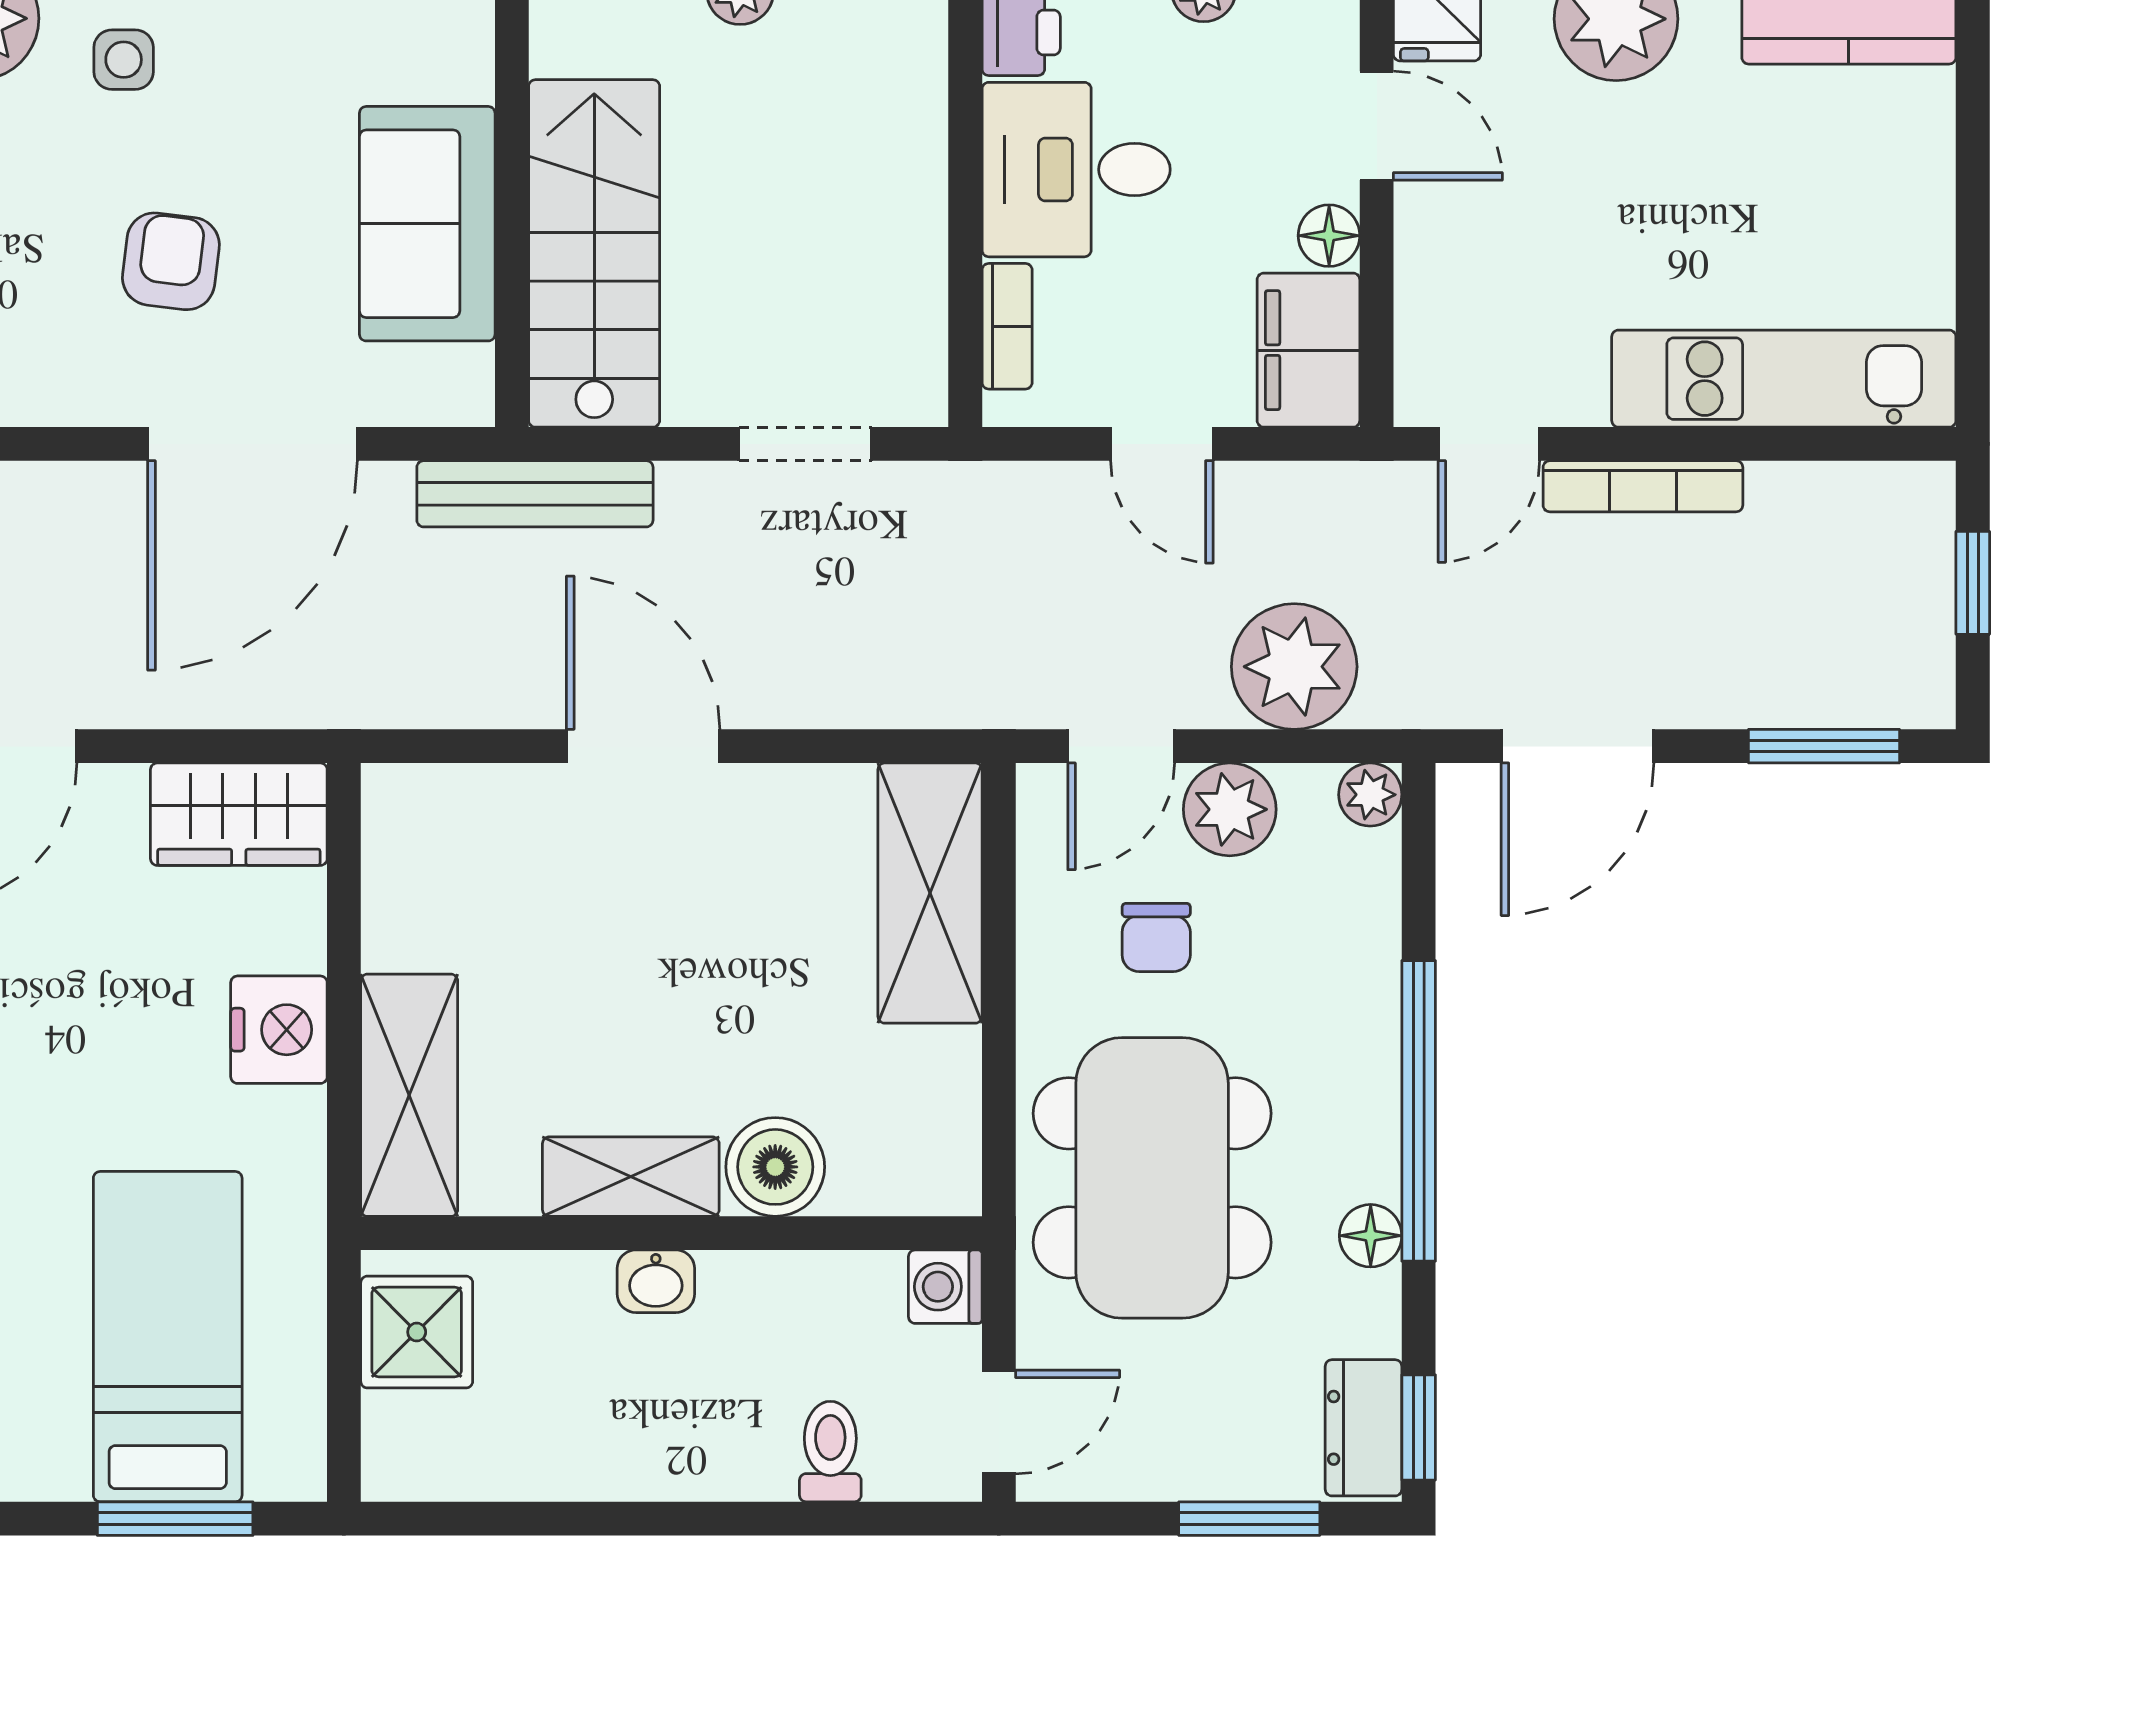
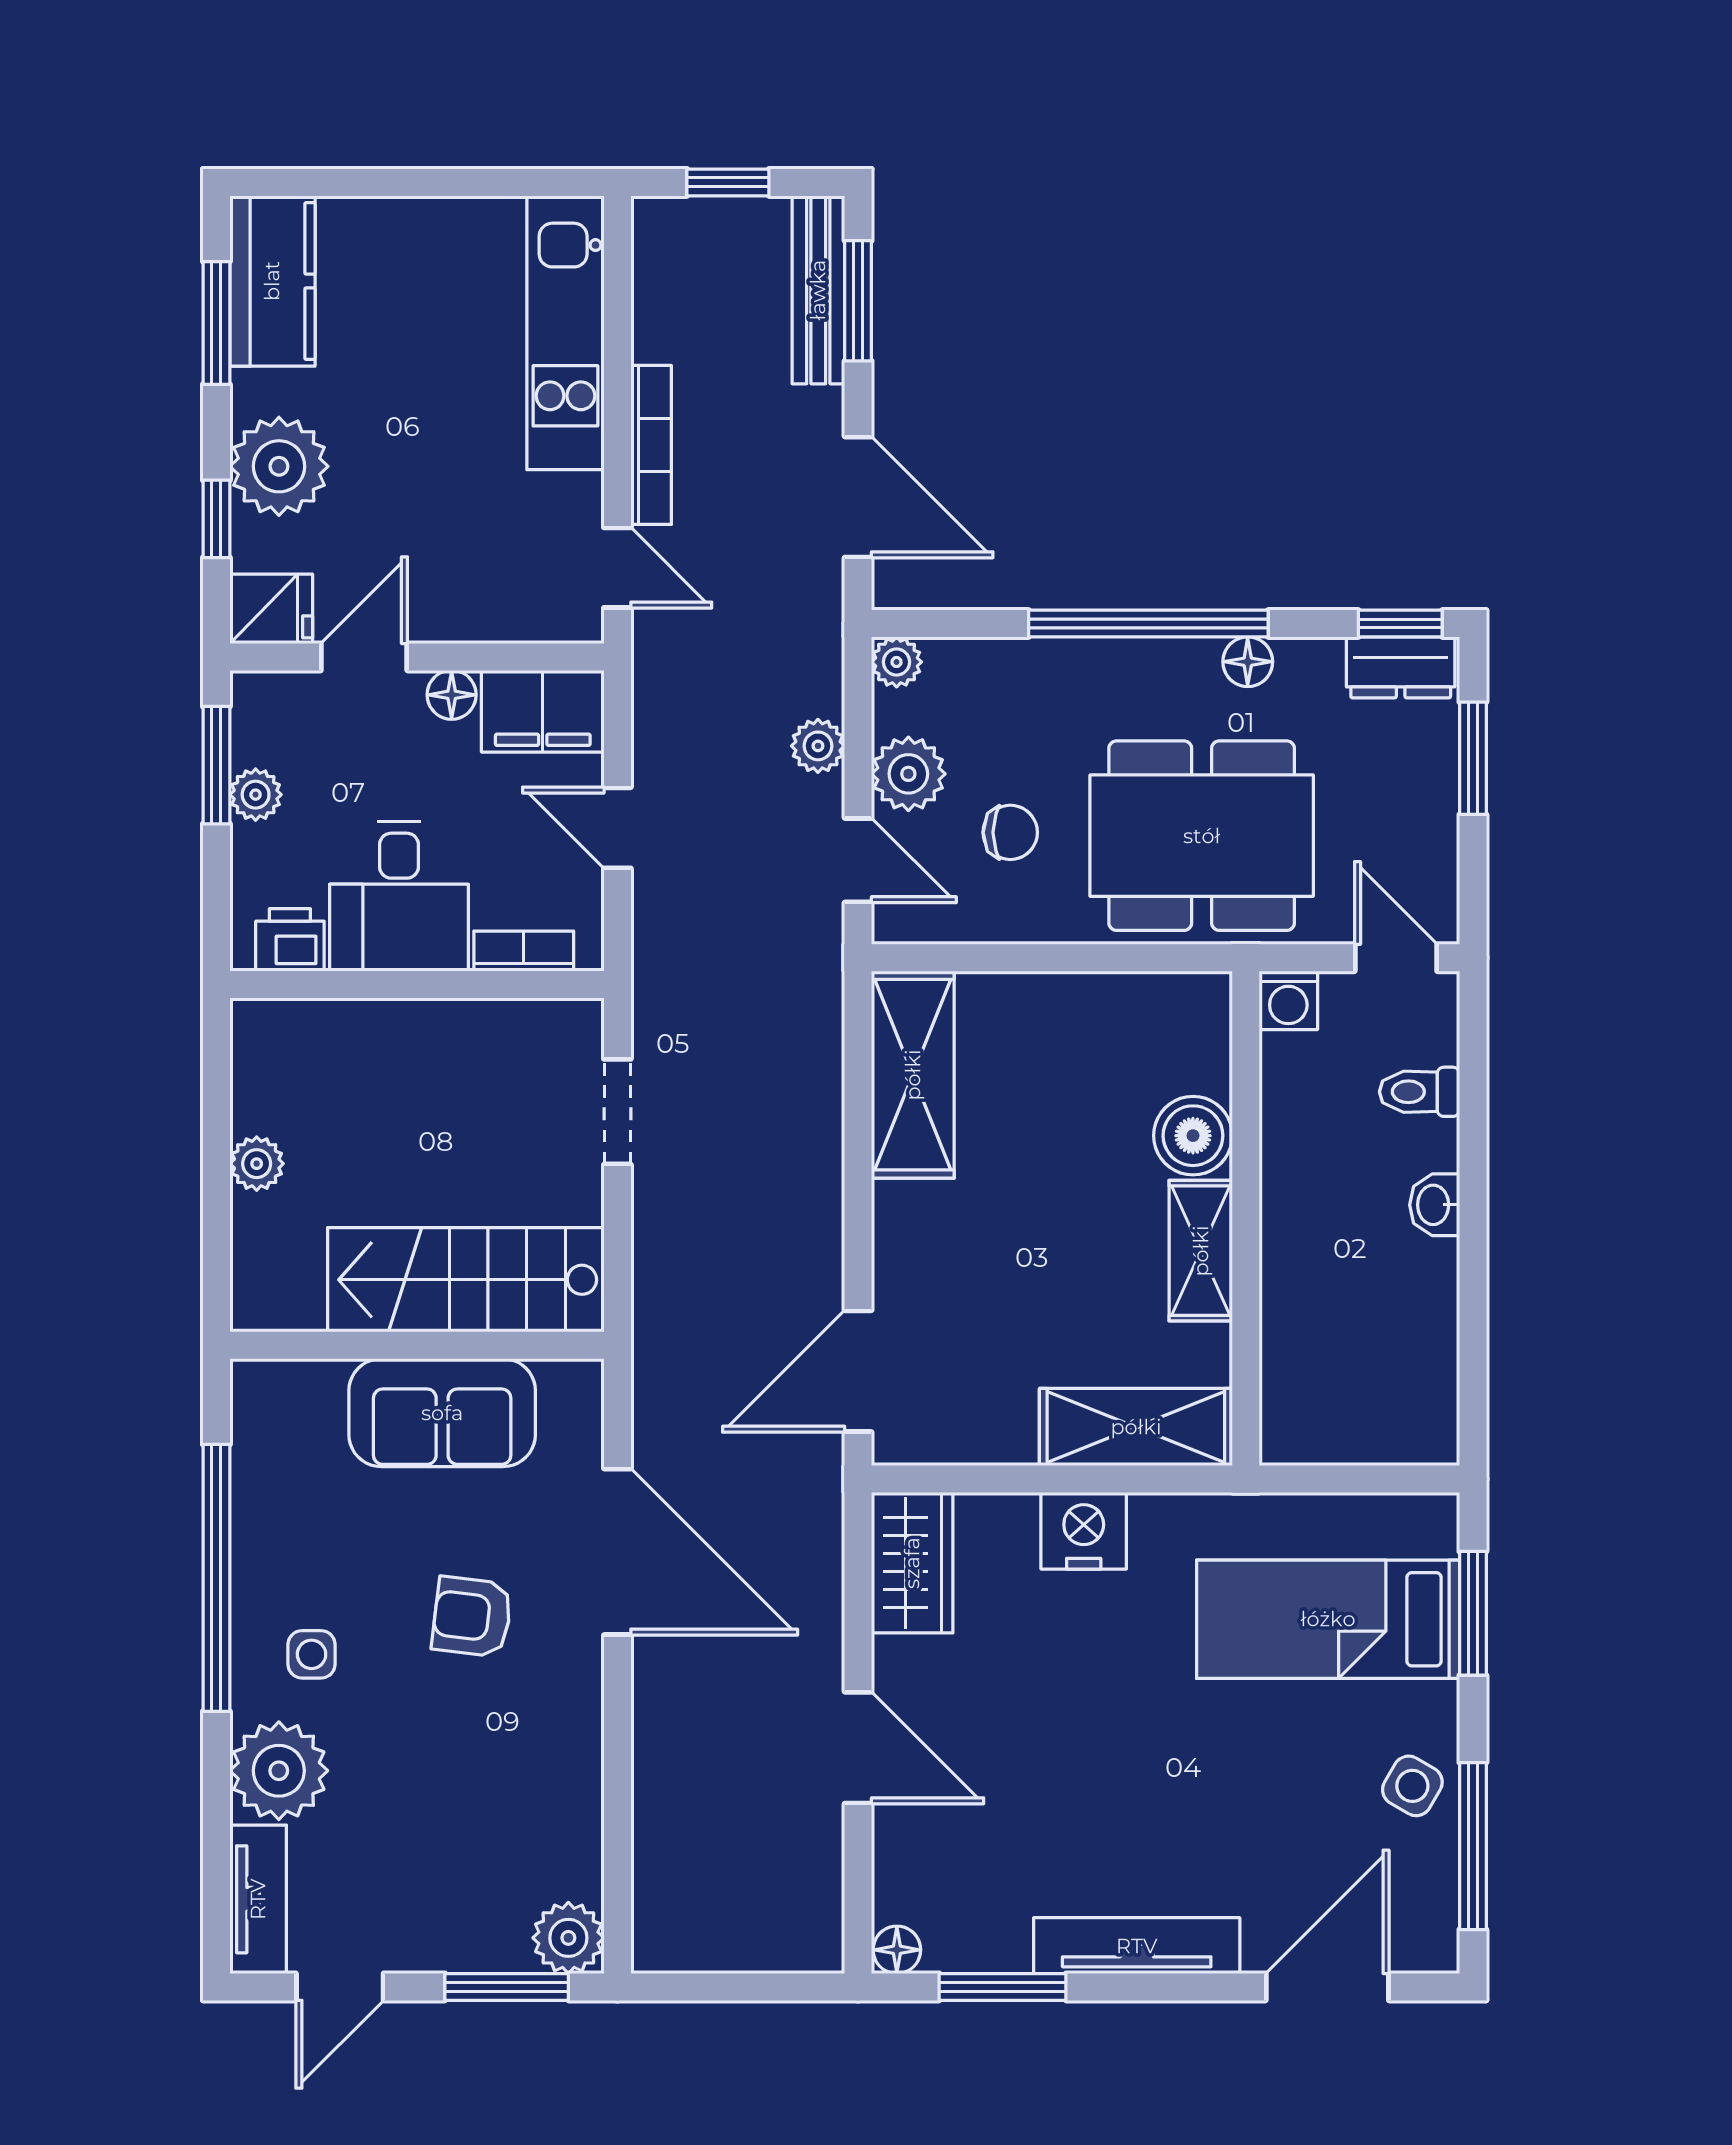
door: (1162, 444) -> (617, 828), swing flipped
bench: (535, 494) -> (818, 290), moved
plant: (1294, 667) -> (818, 746), width x0.53, depth x0.53
door: (643, 746) -> (858, 1371), moved
shelving: (930, 893) -> (913, 1075), moved, turned 90
washbasin: (656, 1281) -> (1435, 1205), moved, turned 180
shower: (417, 1332) -> (1324, 1421), removed

